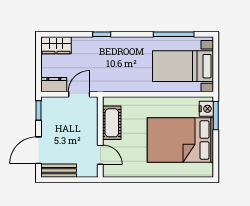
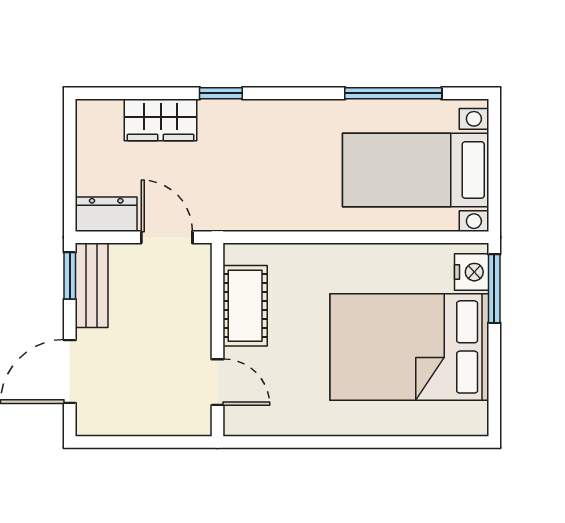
wardrobe: (56, 45) -> (161, 120), moved
door: (79, 94) -> (167, 237), hinge flipped
bench: (59, 171) -> (92, 285), moved, turned 90

